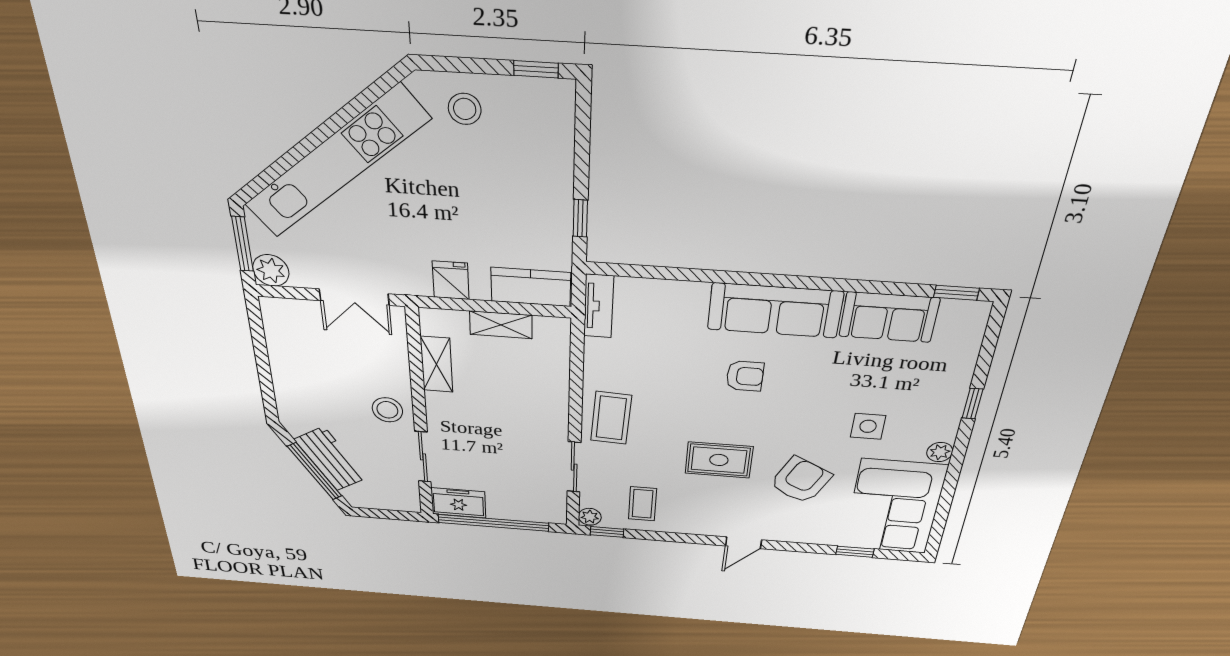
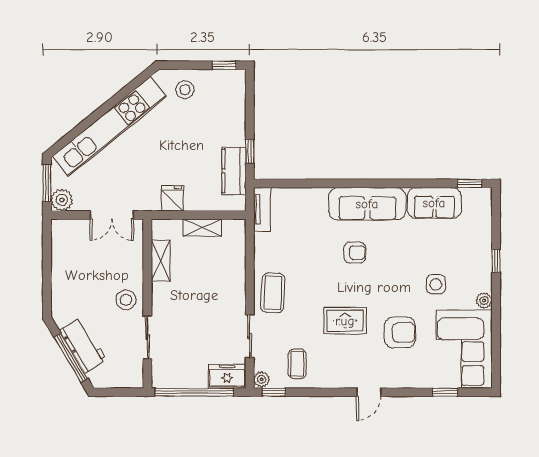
kitchen counter: (531, 287) -> (234, 171), moved, turned -90
armchair: (801, 480) -> (400, 333), turned 63
freezer: (458, 503) -> (227, 376), moved

